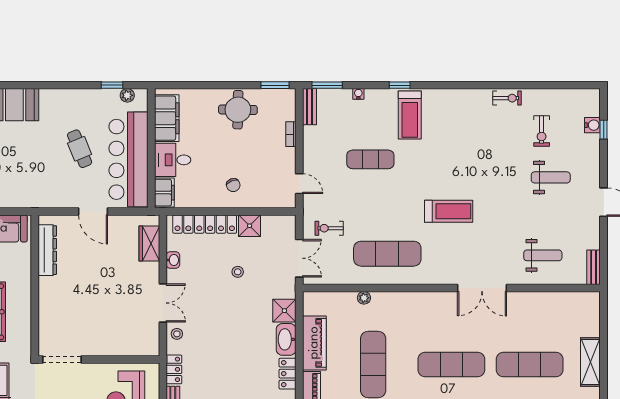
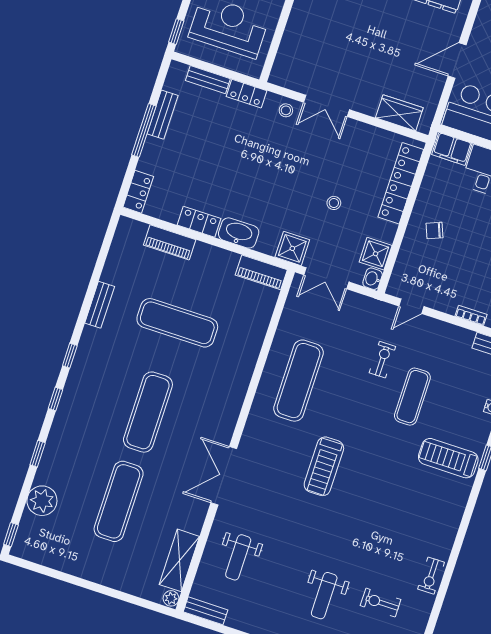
shower: (250, 226) -> (376, 254), moved
exercise bike: (329, 228) -> (382, 360), moved
washbasin: (173, 260) -> (373, 279), moved, turned 90
plant: (364, 298) -> (171, 598), moved
shower: (284, 311) -> (292, 248), moved
piano: (314, 343) -> (261, 272), moved, width x0.73, depth x0.75
shelving: (590, 362) -> (179, 560), moved, turned 90

